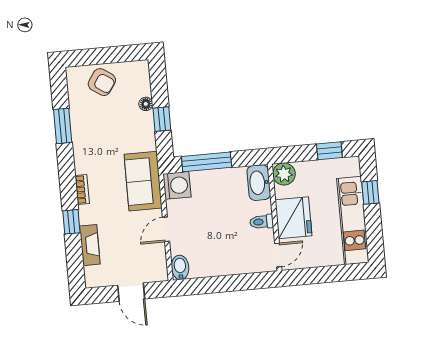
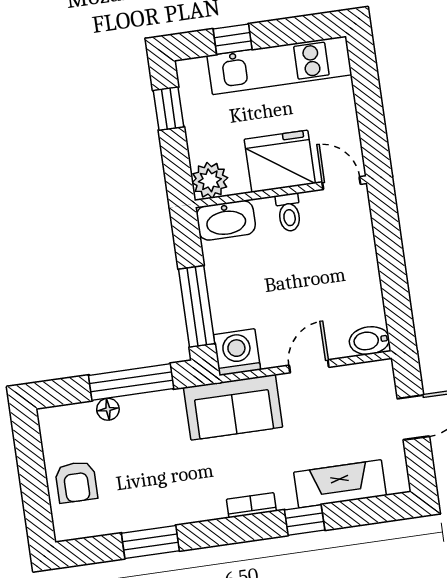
armchair: (102, 82) -> (76, 482), turned 146
window: (162, 119) -> (131, 382), width x2.17
door: (166, 229) -> (309, 366), swing flipped
fireplace: (90, 245) -> (340, 484), width x1.37, depth x1.32

